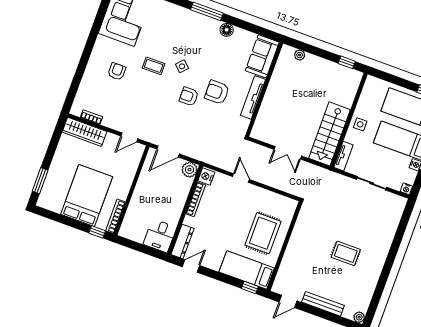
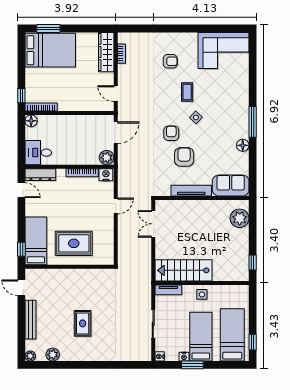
plant: (300, 55) -> (240, 218), width x1.88, depth x1.88
door: (168, 151) -> (116, 133), swing flipped
double door: (288, 153) -> (153, 224), moved
bed: (87, 196) -> (50, 50), moved
floor lamp: (126, 231) -> (31, 121), added
plant: (366, 294) -> (53, 355), added

